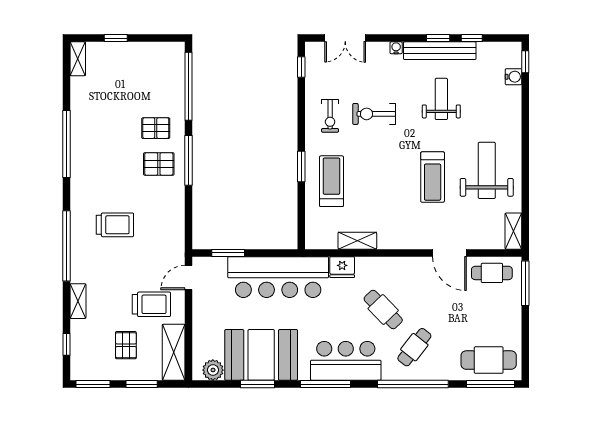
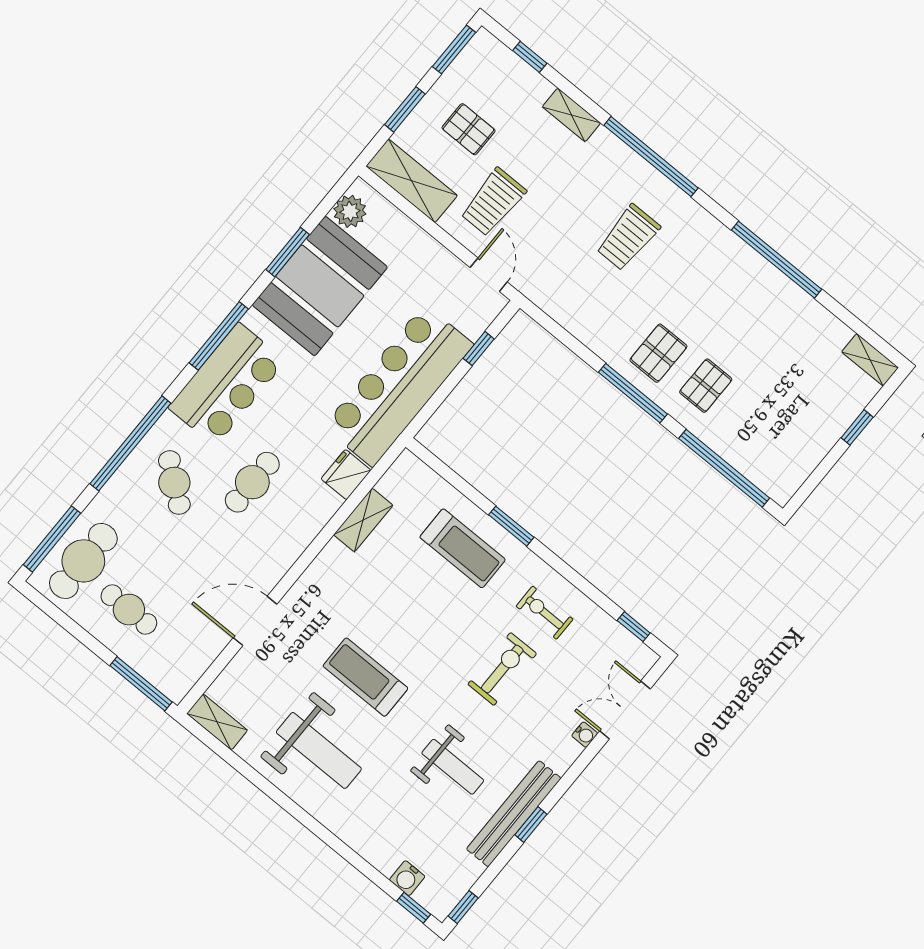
window: (472, 38) -> (463, 907), moved
water cooler: (396, 48) -> (585, 735), moved
window: (228, 253) -> (479, 349), width x0.67
cafe table: (492, 273) -> (129, 610), moved, turned 90
cafe table: (383, 310) -> (252, 482), turned -46

